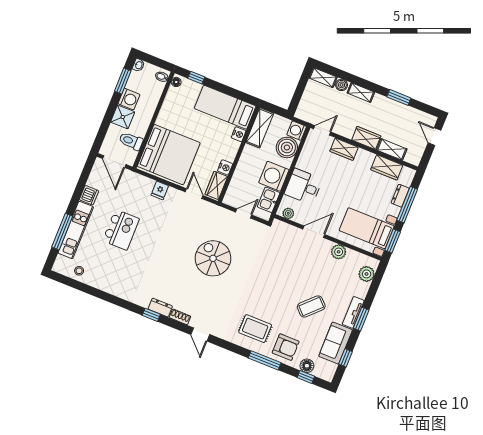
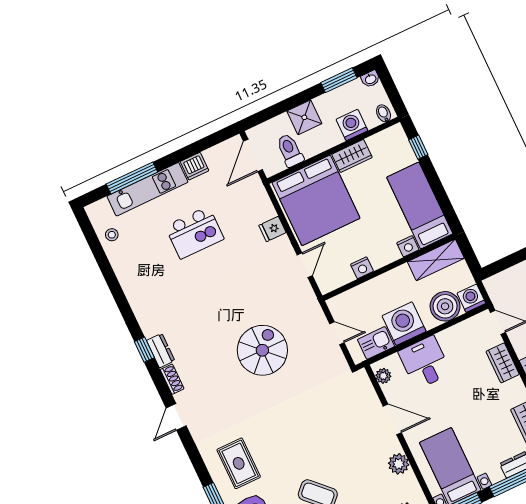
floor lamp: (176, 82) -> (393, 132), removed
washing machine: (129, 99) -> (352, 125), moved, turned 180
wardrobe: (216, 185) -> (352, 156), moved, turned 180

